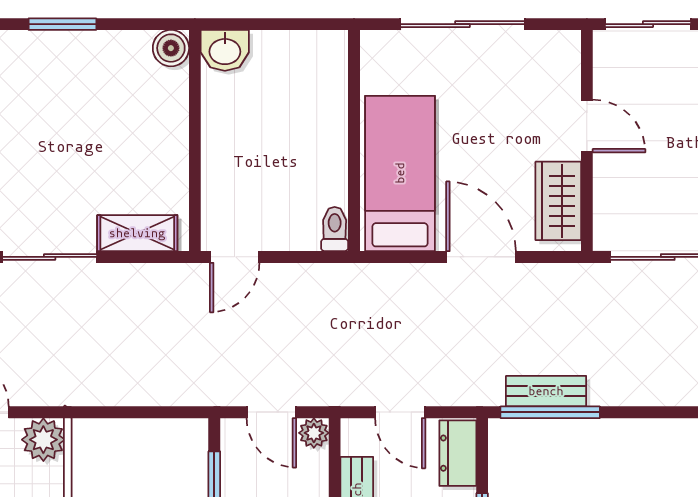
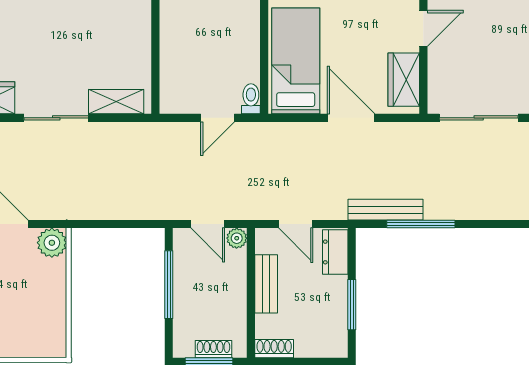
door: (587, 126) -> (423, 28), hinge flipped
door: (235, 257) -> (217, 118), moved
bench: (546, 391) -> (386, 210), width x1.36
window: (550, 412) -> (421, 224), moved

